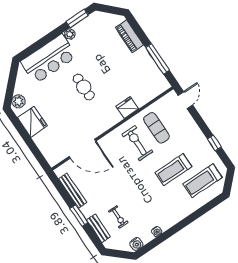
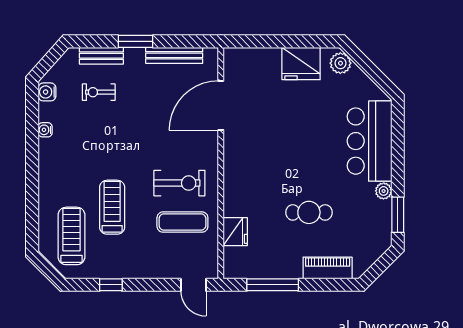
cafe table: (84, 87) -> (309, 212), moved
fridge: (127, 108) -> (235, 232), moved

